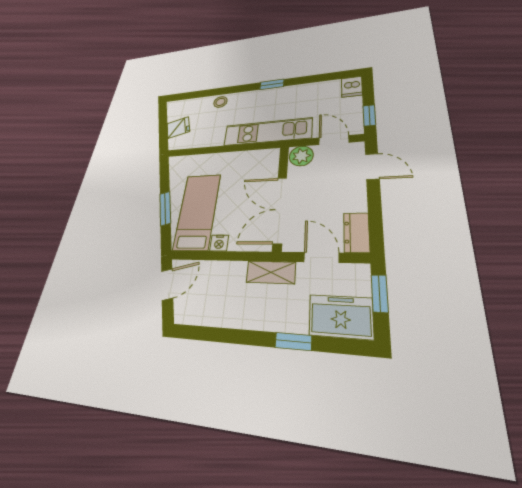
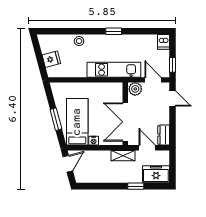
window: (380, 293) -> (172, 164), removed

